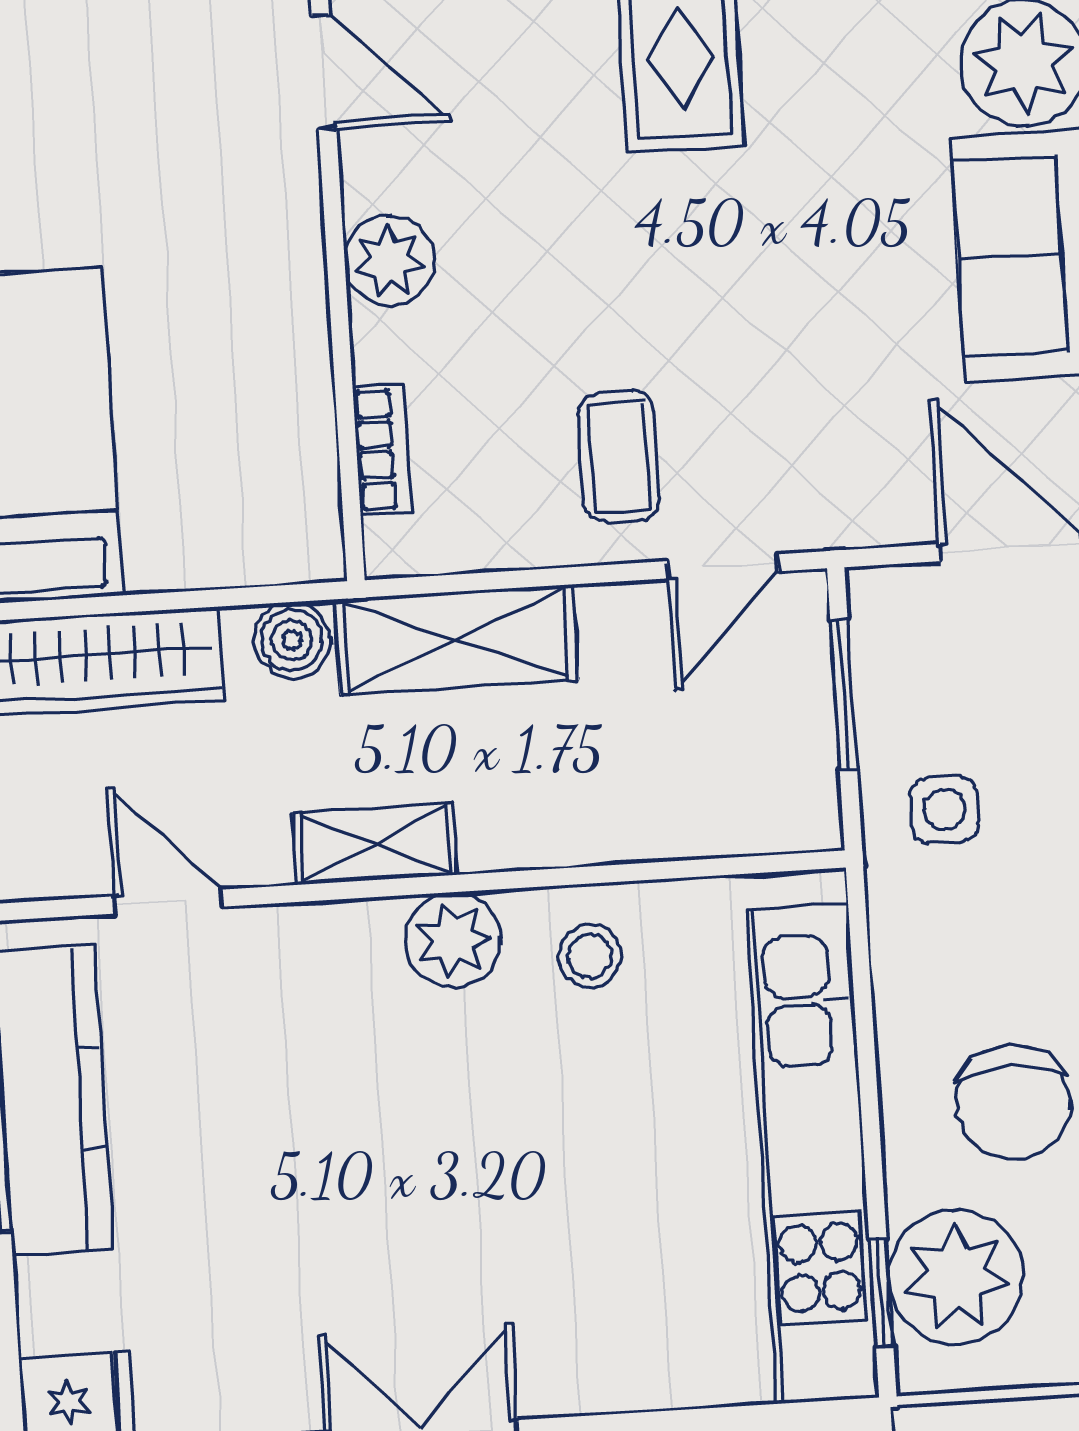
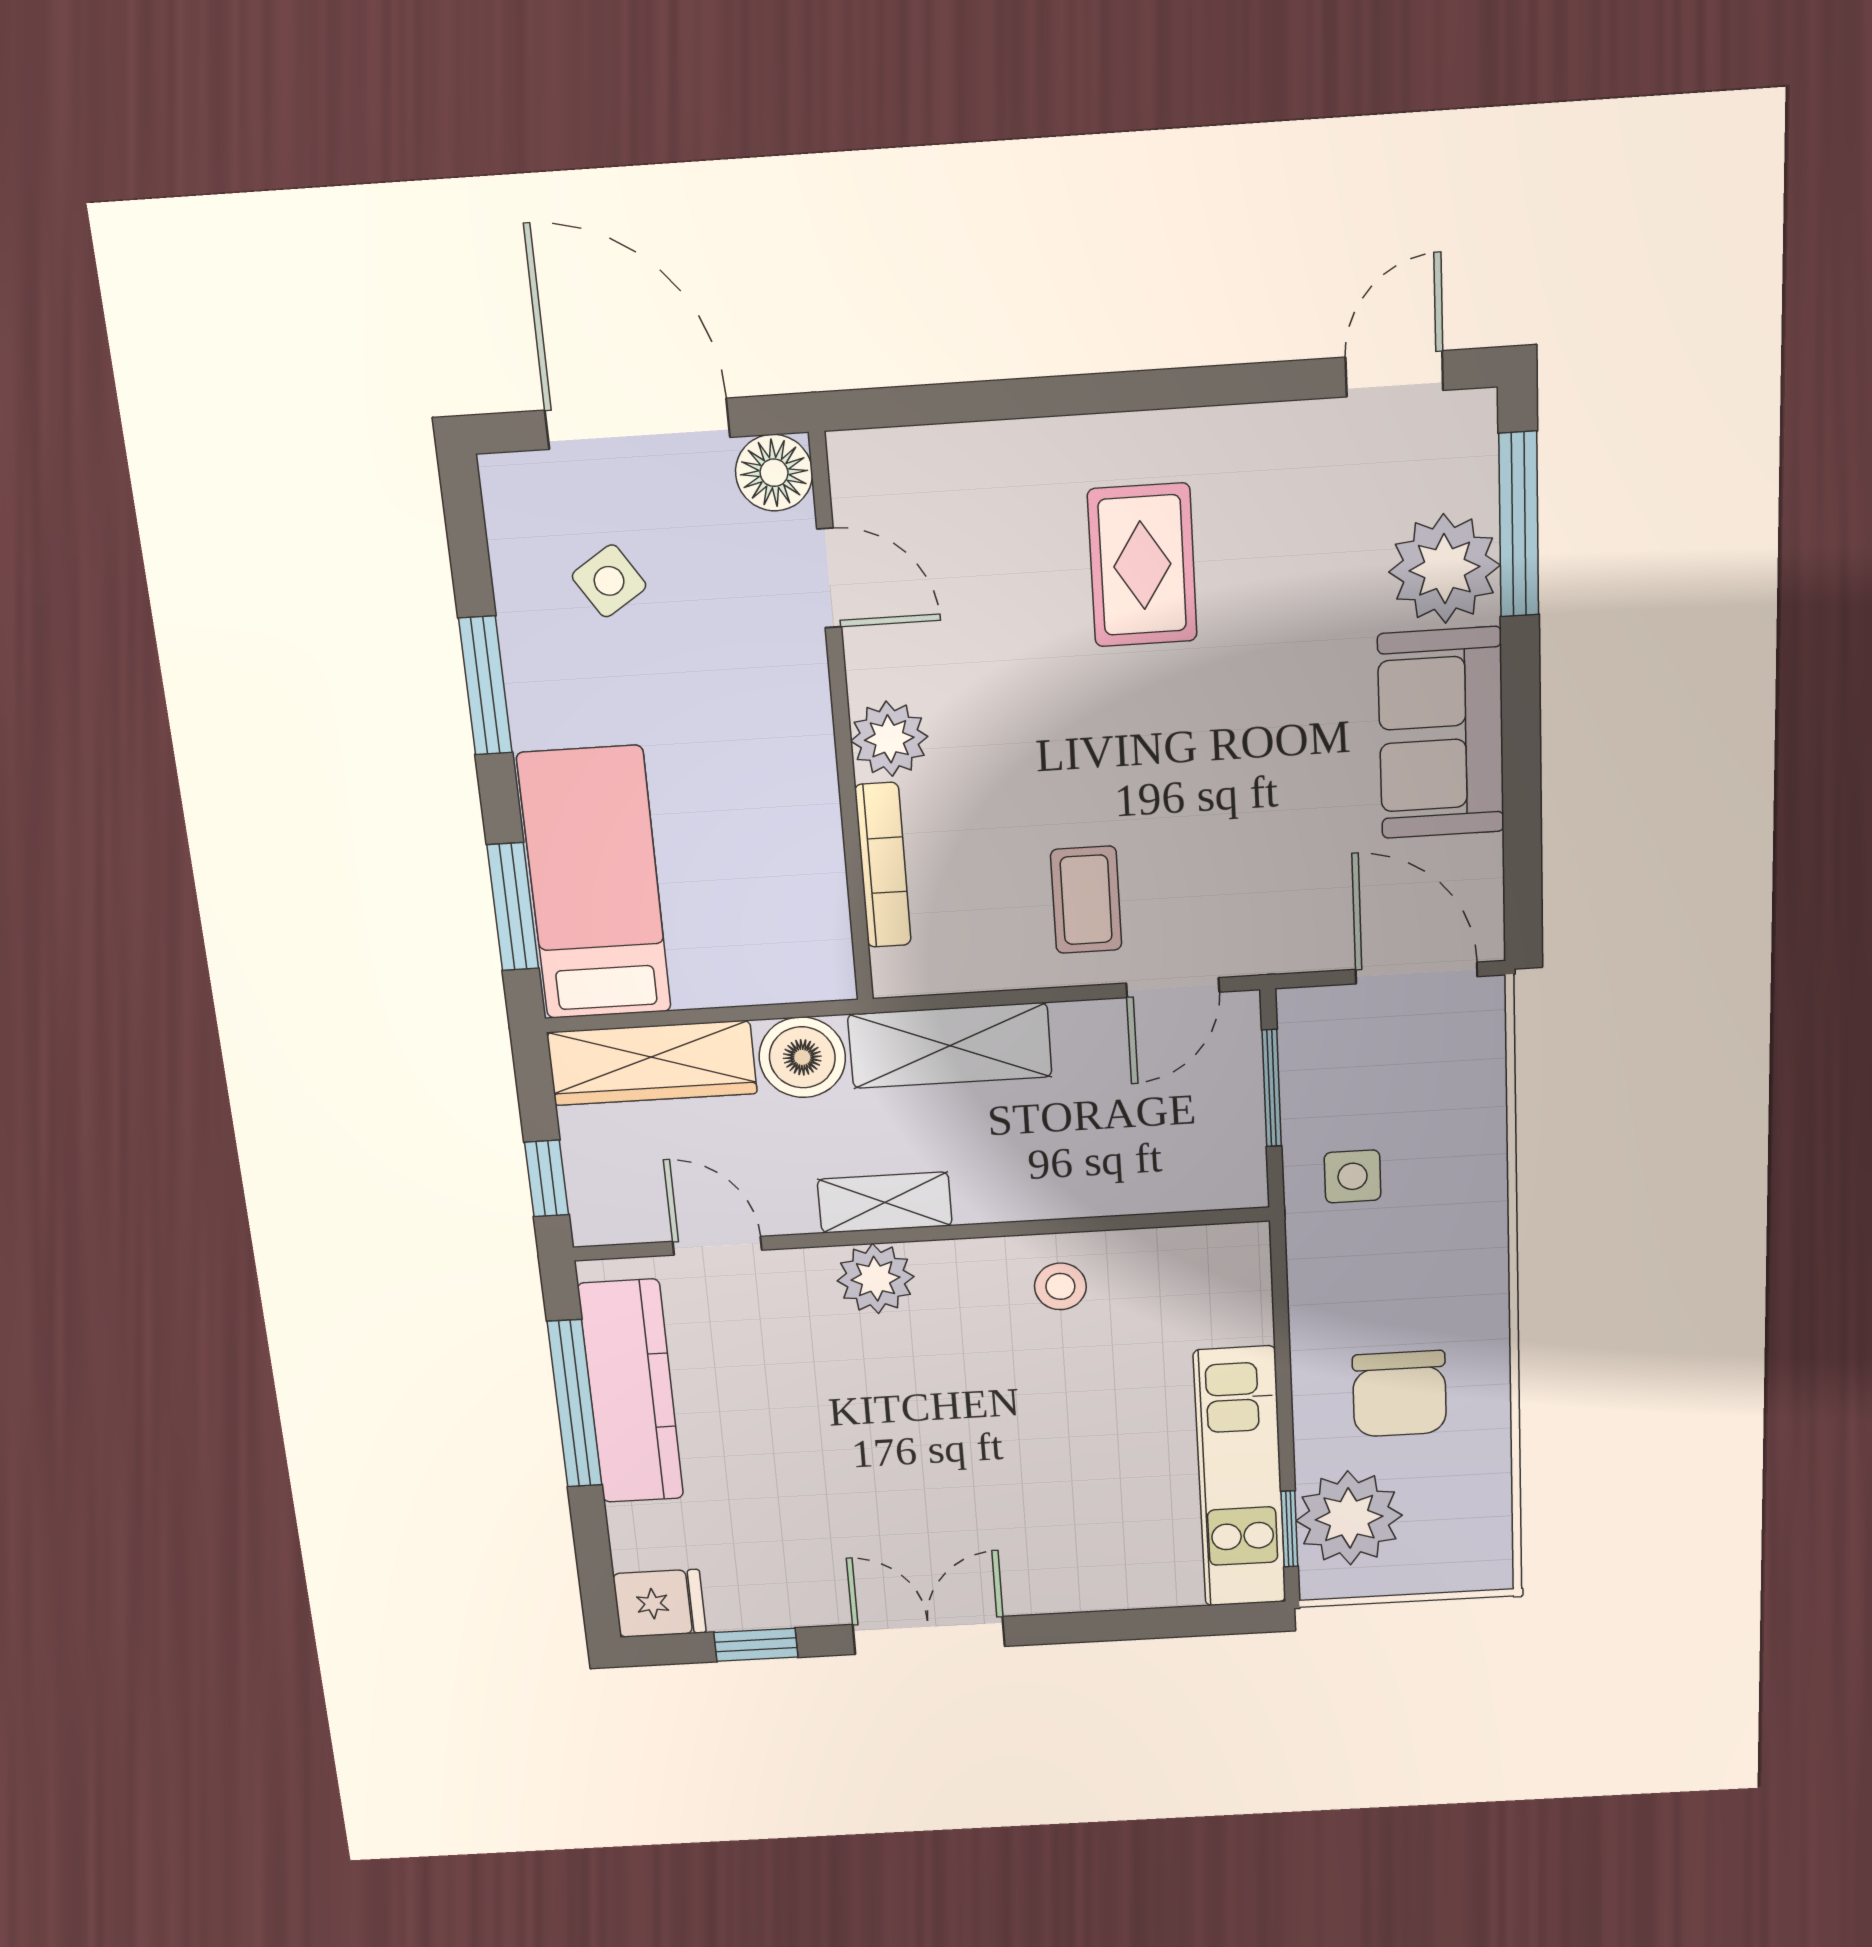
side table: (73, 75) -> (609, 581), added
bookcase: (382, 450) -> (883, 865), width x1.56
boiler: (292, 640) -> (802, 1057), width x1.36, depth x1.36
plant: (453, 940) -> (876, 1279), moved
kitchen unit: (813, 1154) -> (1240, 1478), width x0.73

